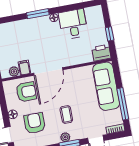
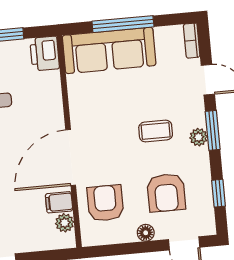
door: (48, 71) -> (71, 157), swing flipped
window: (123, 104) -> (123, 24), moved
armchair: (35, 123) -> (166, 193), turned -90

